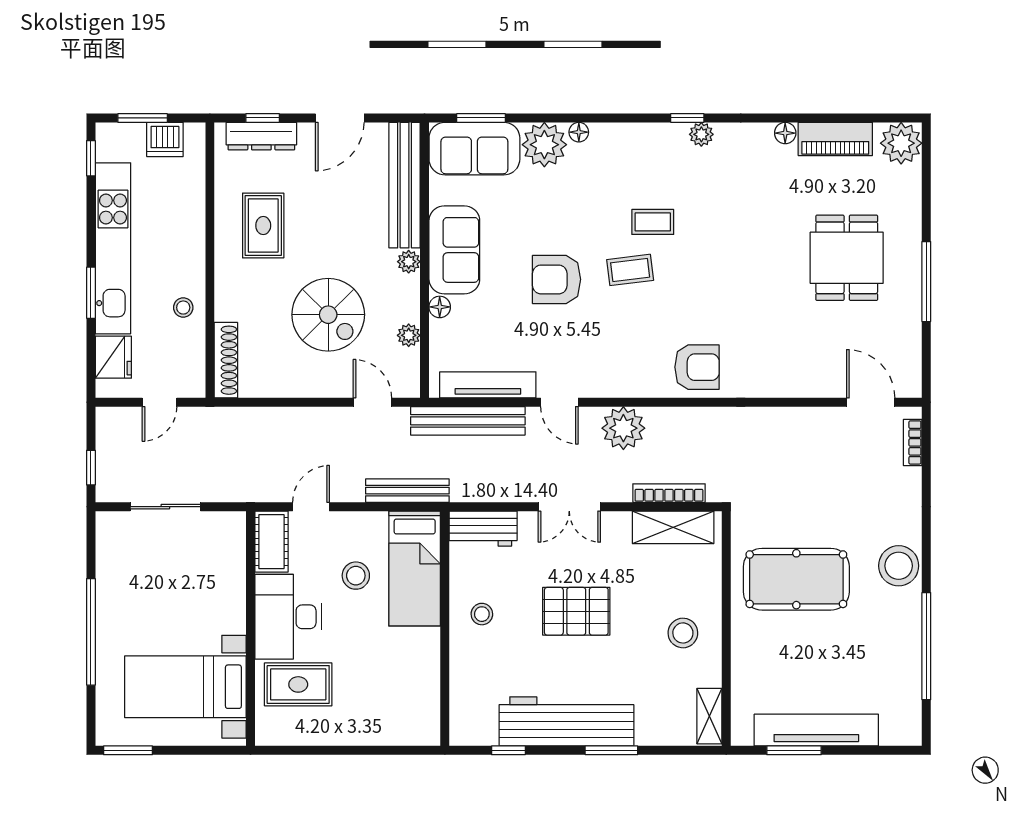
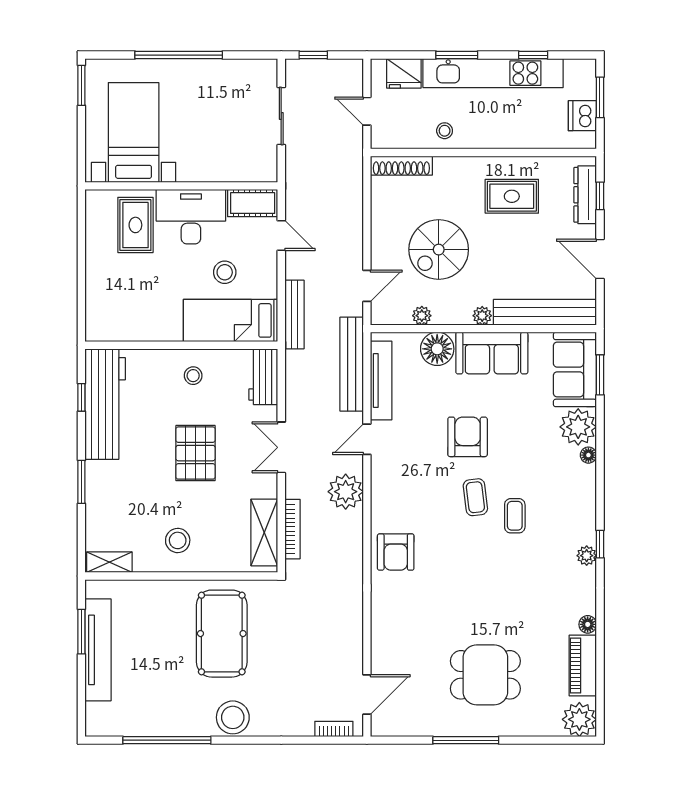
window: (91, 158) -> (533, 55), moved
floor lamp: (440, 307) -> (437, 349), width x1.89, depth x1.89
workbench: (566, 721) -> (105, 404), moved

